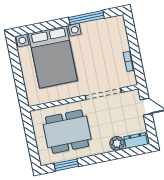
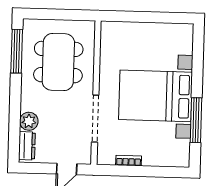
bed with nightstands: (53, 57) -> (155, 96), moved
window: (66, 165) -> (17, 51), width x1.44

